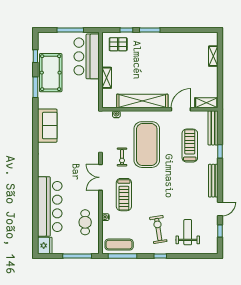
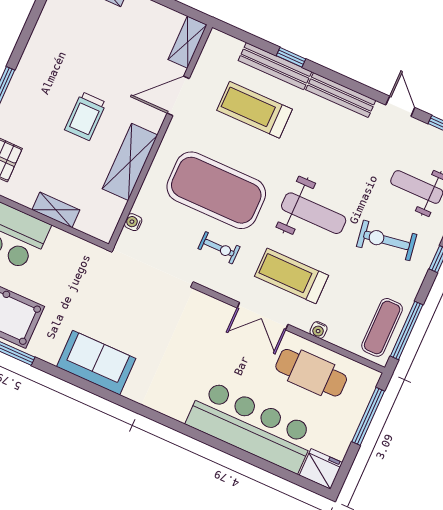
trolley: (154, 72) -> (86, 116), added
shelving: (142, 101) -> (130, 162), width x0.68
door: (181, 109) -> (178, 96), hinge flipped
bench: (213, 128) -> (275, 66), moved
double door: (100, 177) -> (263, 316), moved
weight bench: (156, 192) -> (314, 213), added
treadmill: (124, 195) -> (291, 276), turned 180
cafe table: (85, 222) -> (311, 373), width x1.37, depth x1.35

